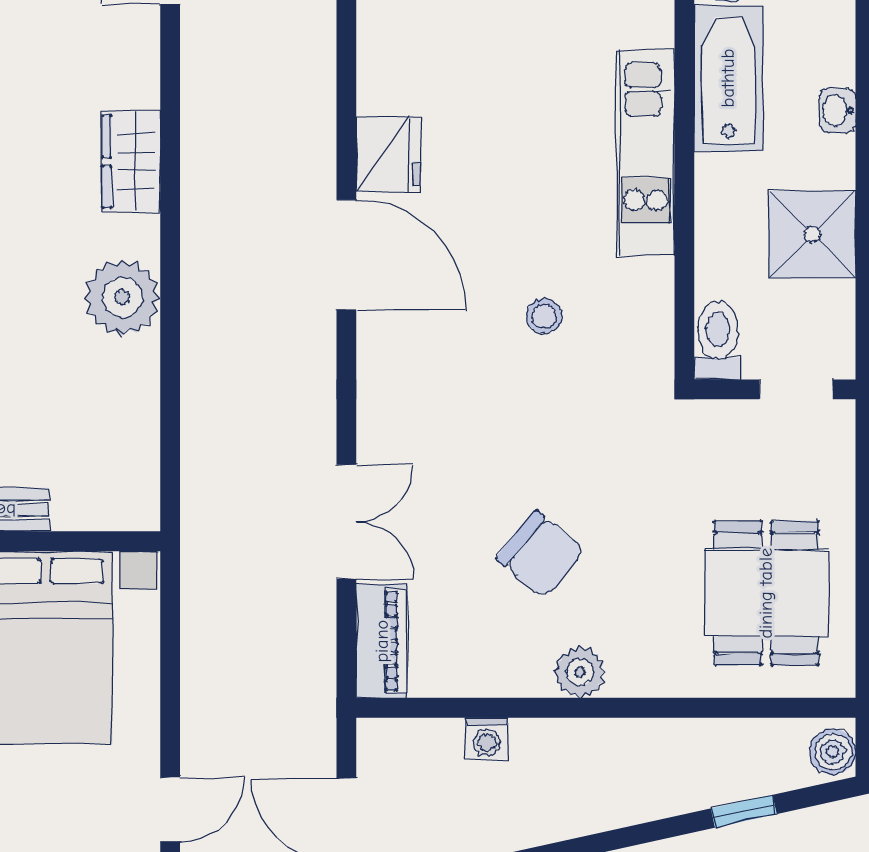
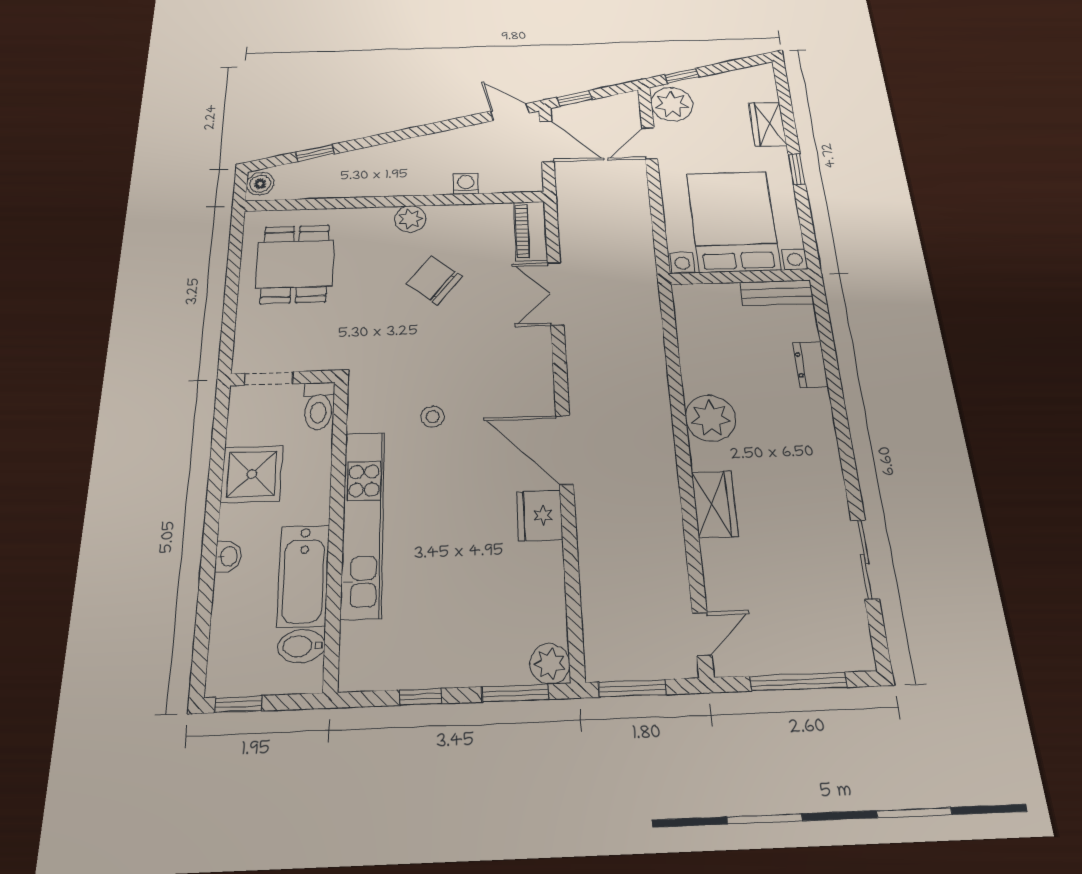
kitchen unit: (646, 153) -> (363, 523), width x1.36

